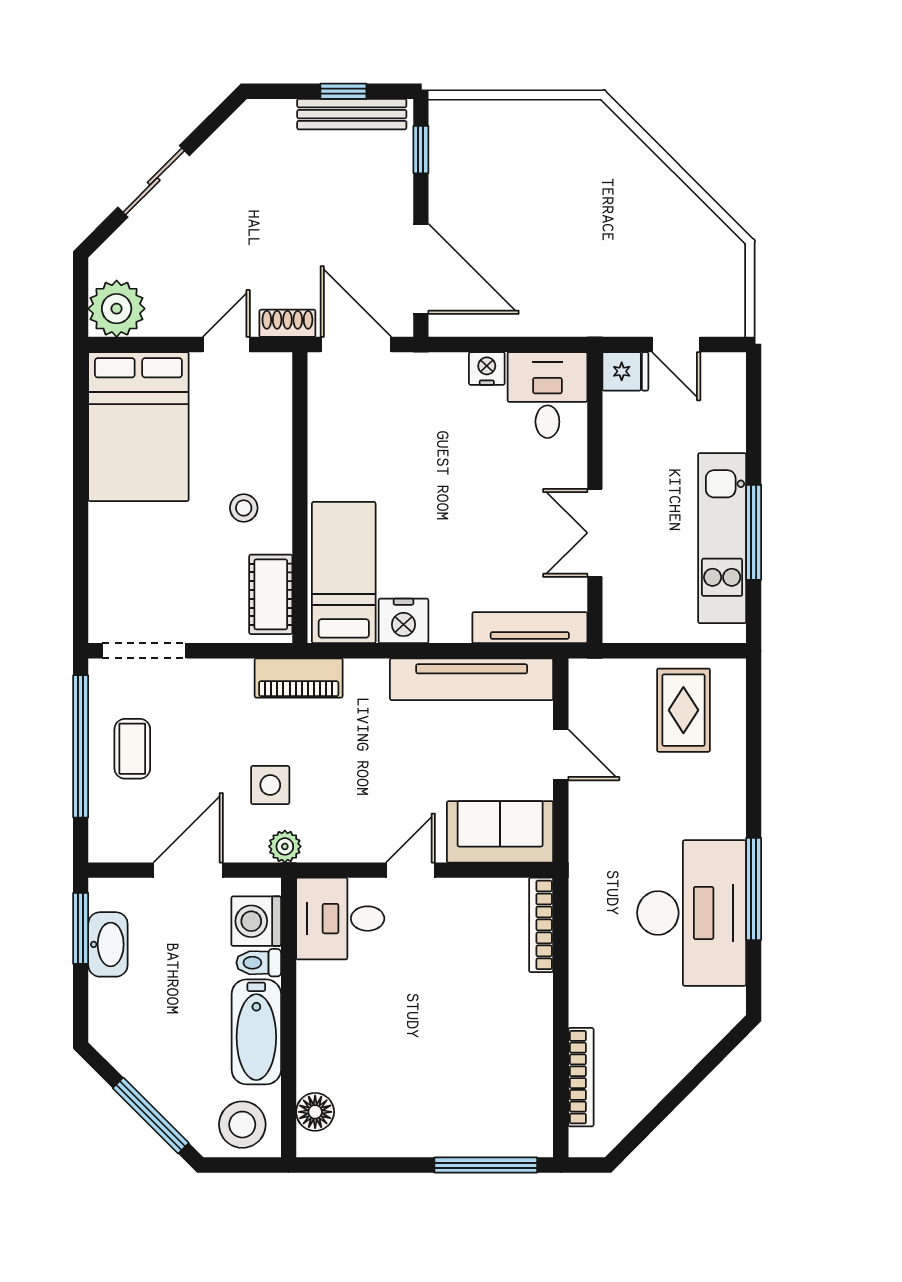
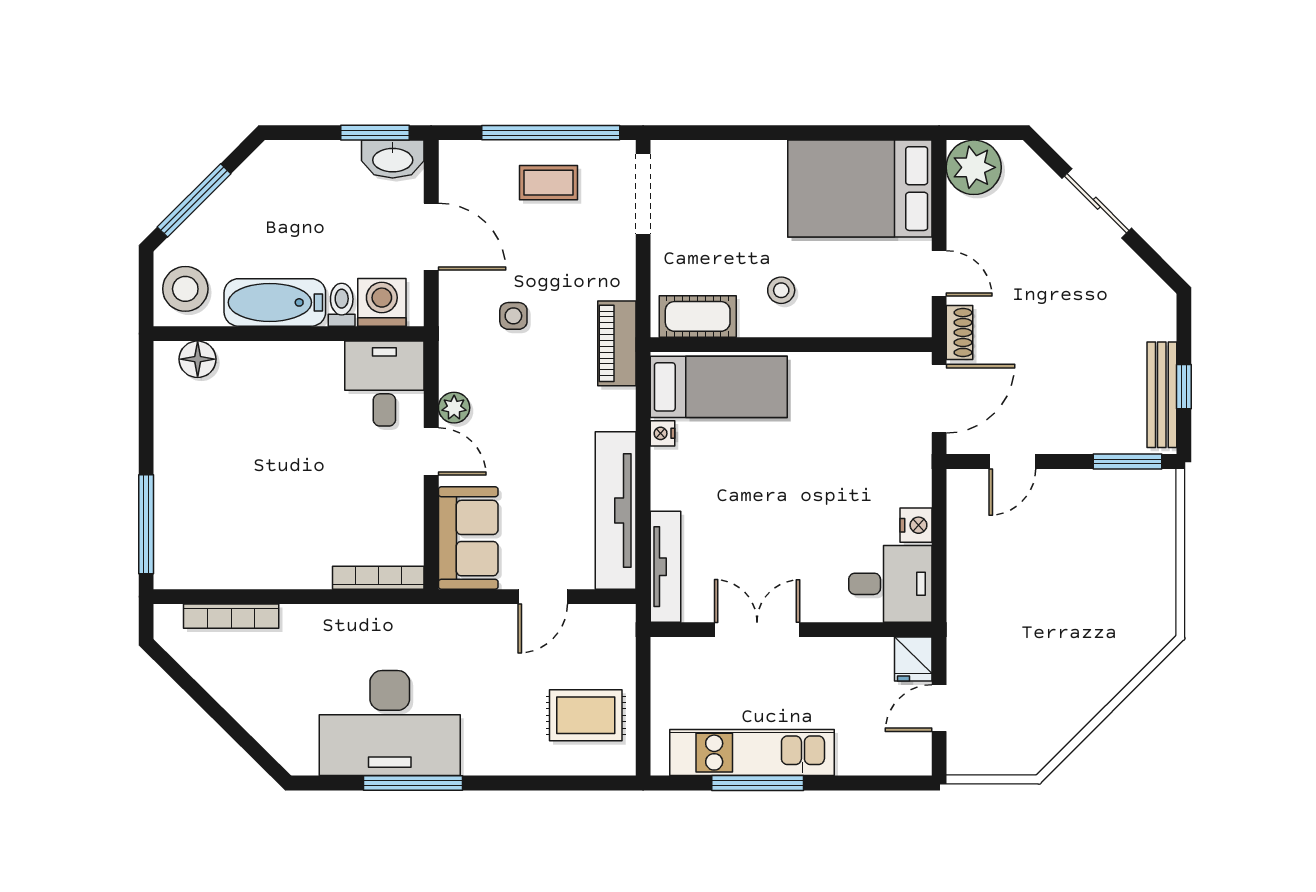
window: (421, 150) -> (1128, 461), width x1.50
door: (421, 269) -> (1012, 461), width x0.53
nightstand: (403, 621) -> (662, 433), width x0.53, depth x0.56
side table: (270, 785) -> (513, 316), width x0.73, depth x0.73
plant: (285, 846) -> (454, 408), moved
washbasin: (108, 944) -> (393, 159), moved

